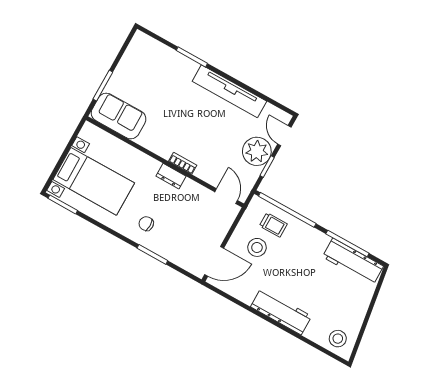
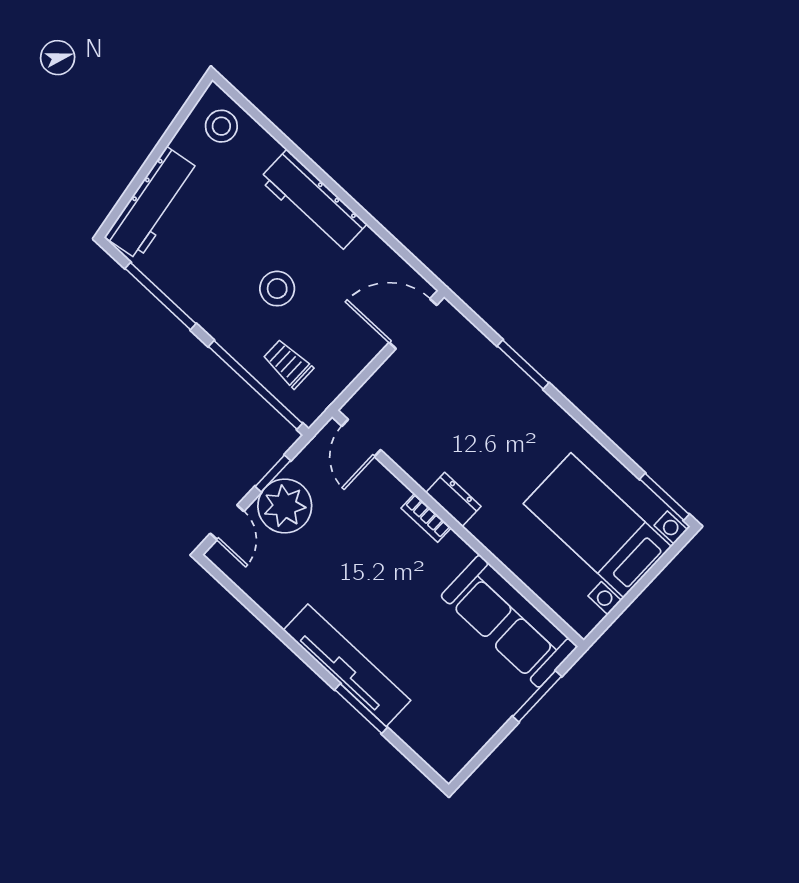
tv unit: (229, 91) -> (347, 665), moved
sofa: (119, 116) -> (509, 621), width x1.36
chair: (146, 224) -> (520, 424), removed
stool: (257, 247) -> (277, 289), moved
workbench: (353, 262) -> (152, 203), moved, turned 81

